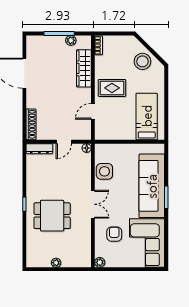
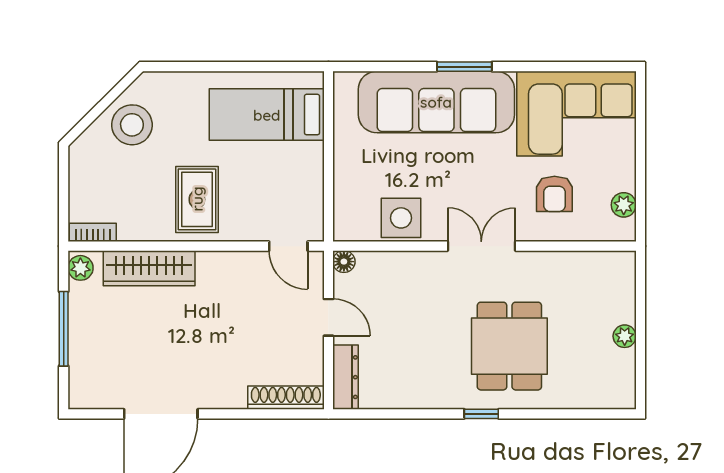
plant: (71, 40) -> (80, 268), moved
door: (93, 111) -> (288, 246), moved
armchair: (114, 234) -> (554, 194), turned -90
plant: (100, 262) -> (624, 205), moved

